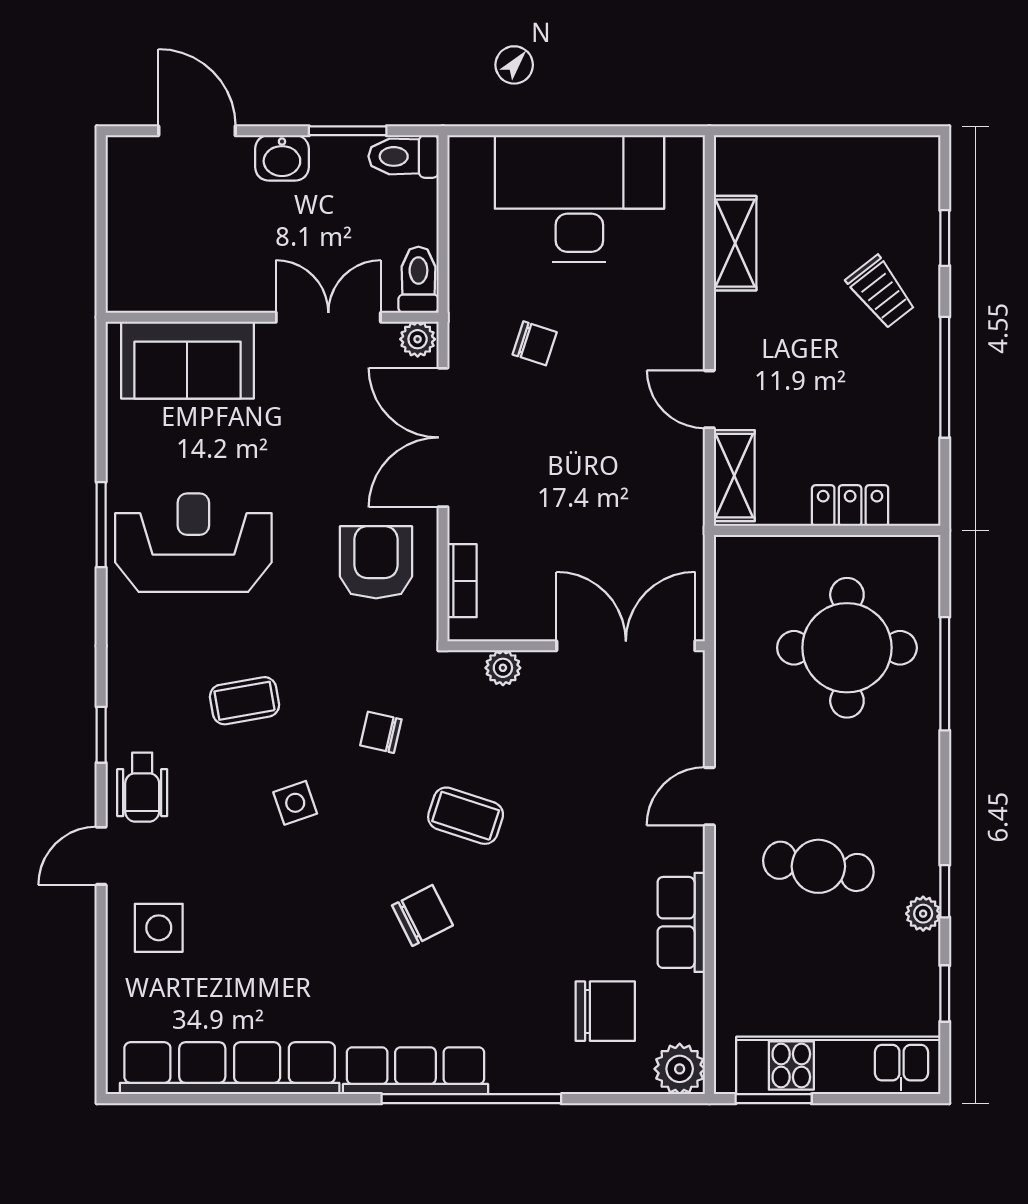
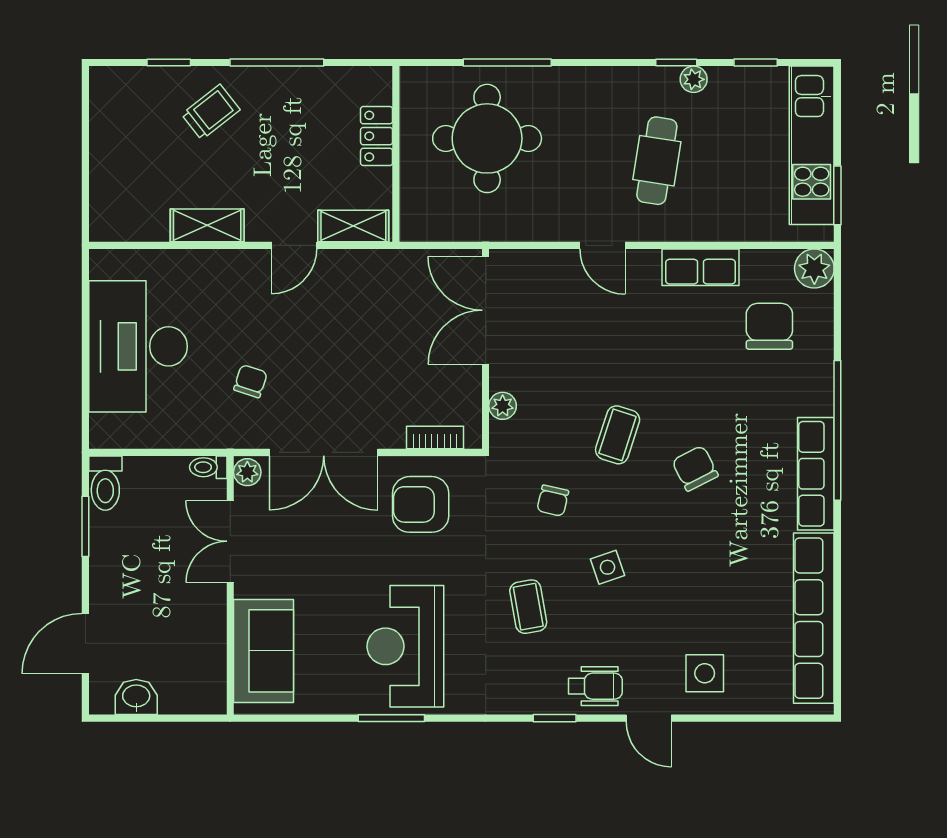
washbasin: (282, 158) -> (136, 697), moved, turned -90
shelving: (735, 243) -> (207, 225), moved
toilet: (418, 280) -> (208, 467), width x0.73, depth x0.72

